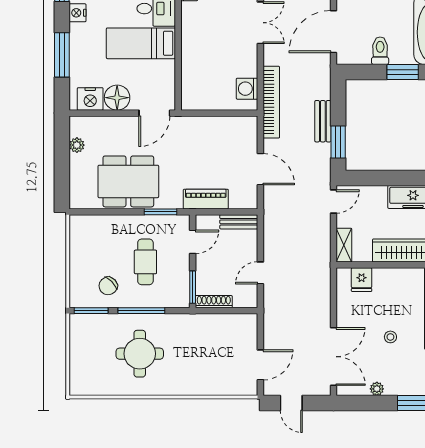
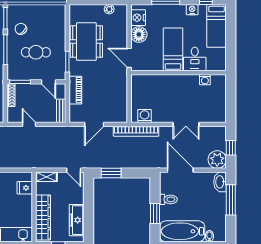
bench: (323, 121) -> (124, 164), removed

